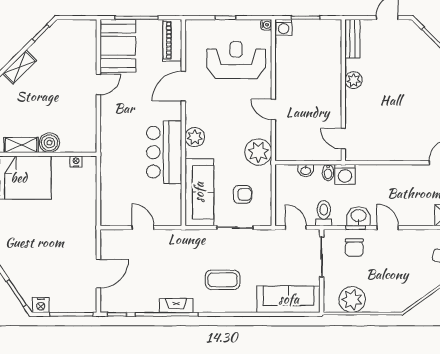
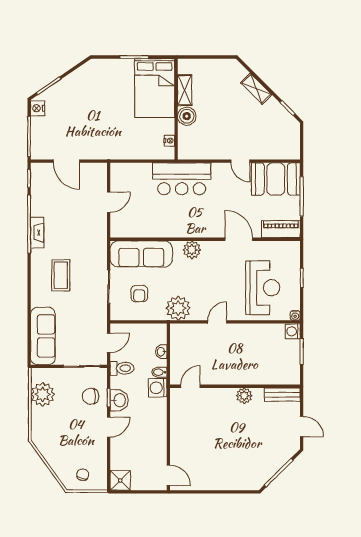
bar counter: (164, 152) -> (182, 179), moved, turned 180

